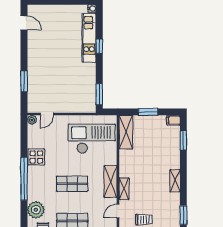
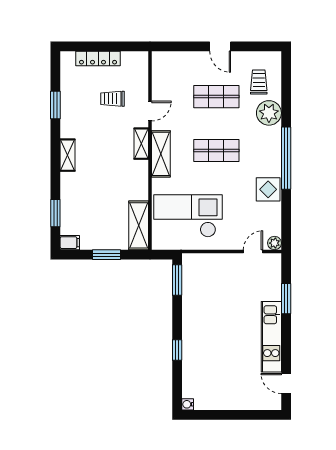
kitchen unit: (89, 38) -> (271, 337), moved, turned 180
checkout: (92, 139) -> (188, 216), turned 180

